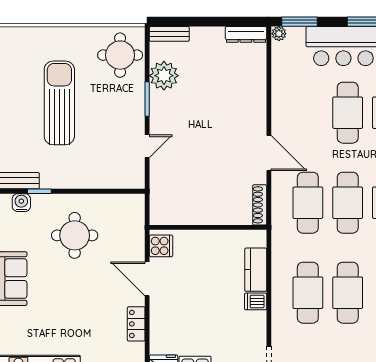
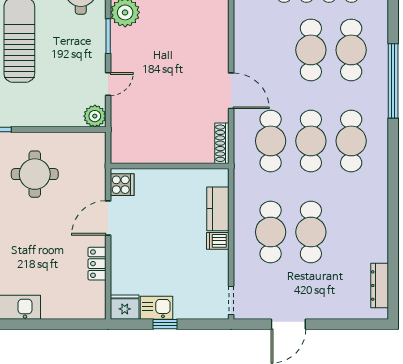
plant: (134, 178) -> (95, 116), added
door: (147, 279) -> (108, 218), hinge flipped

